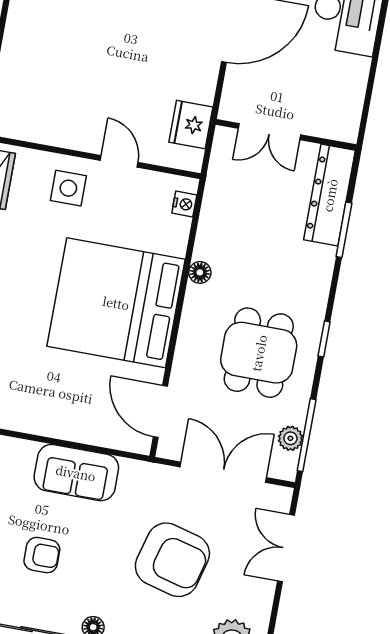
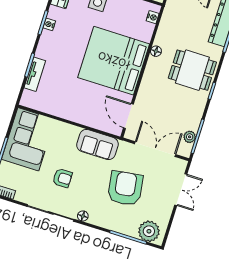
dining table: (259, 353) -> (192, 70), moved, turned 90
sofa: (76, 473) -> (97, 144), moved
double door: (286, 548) -> (181, 190), swing flipped
armchair: (172, 560) -> (125, 188), turned -113

